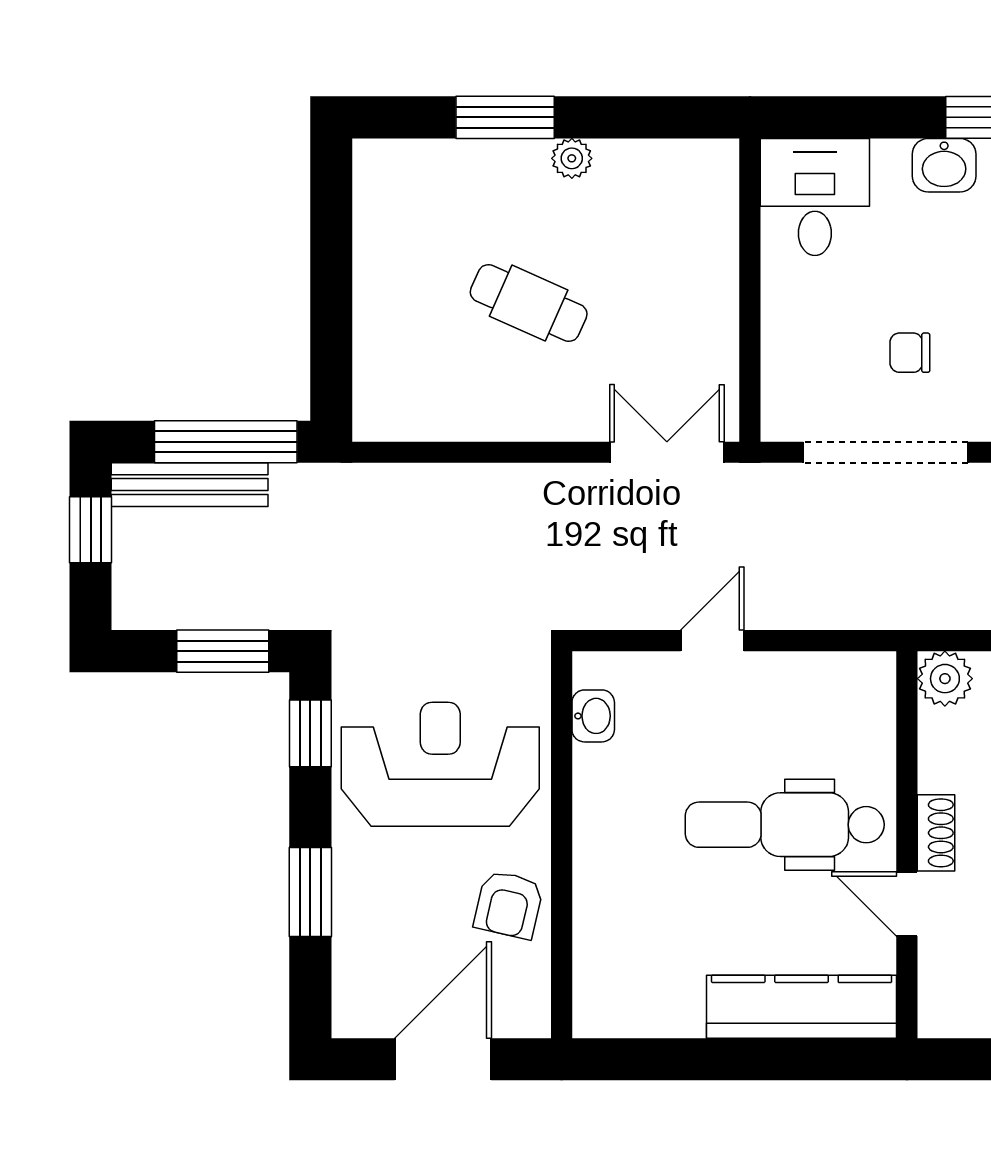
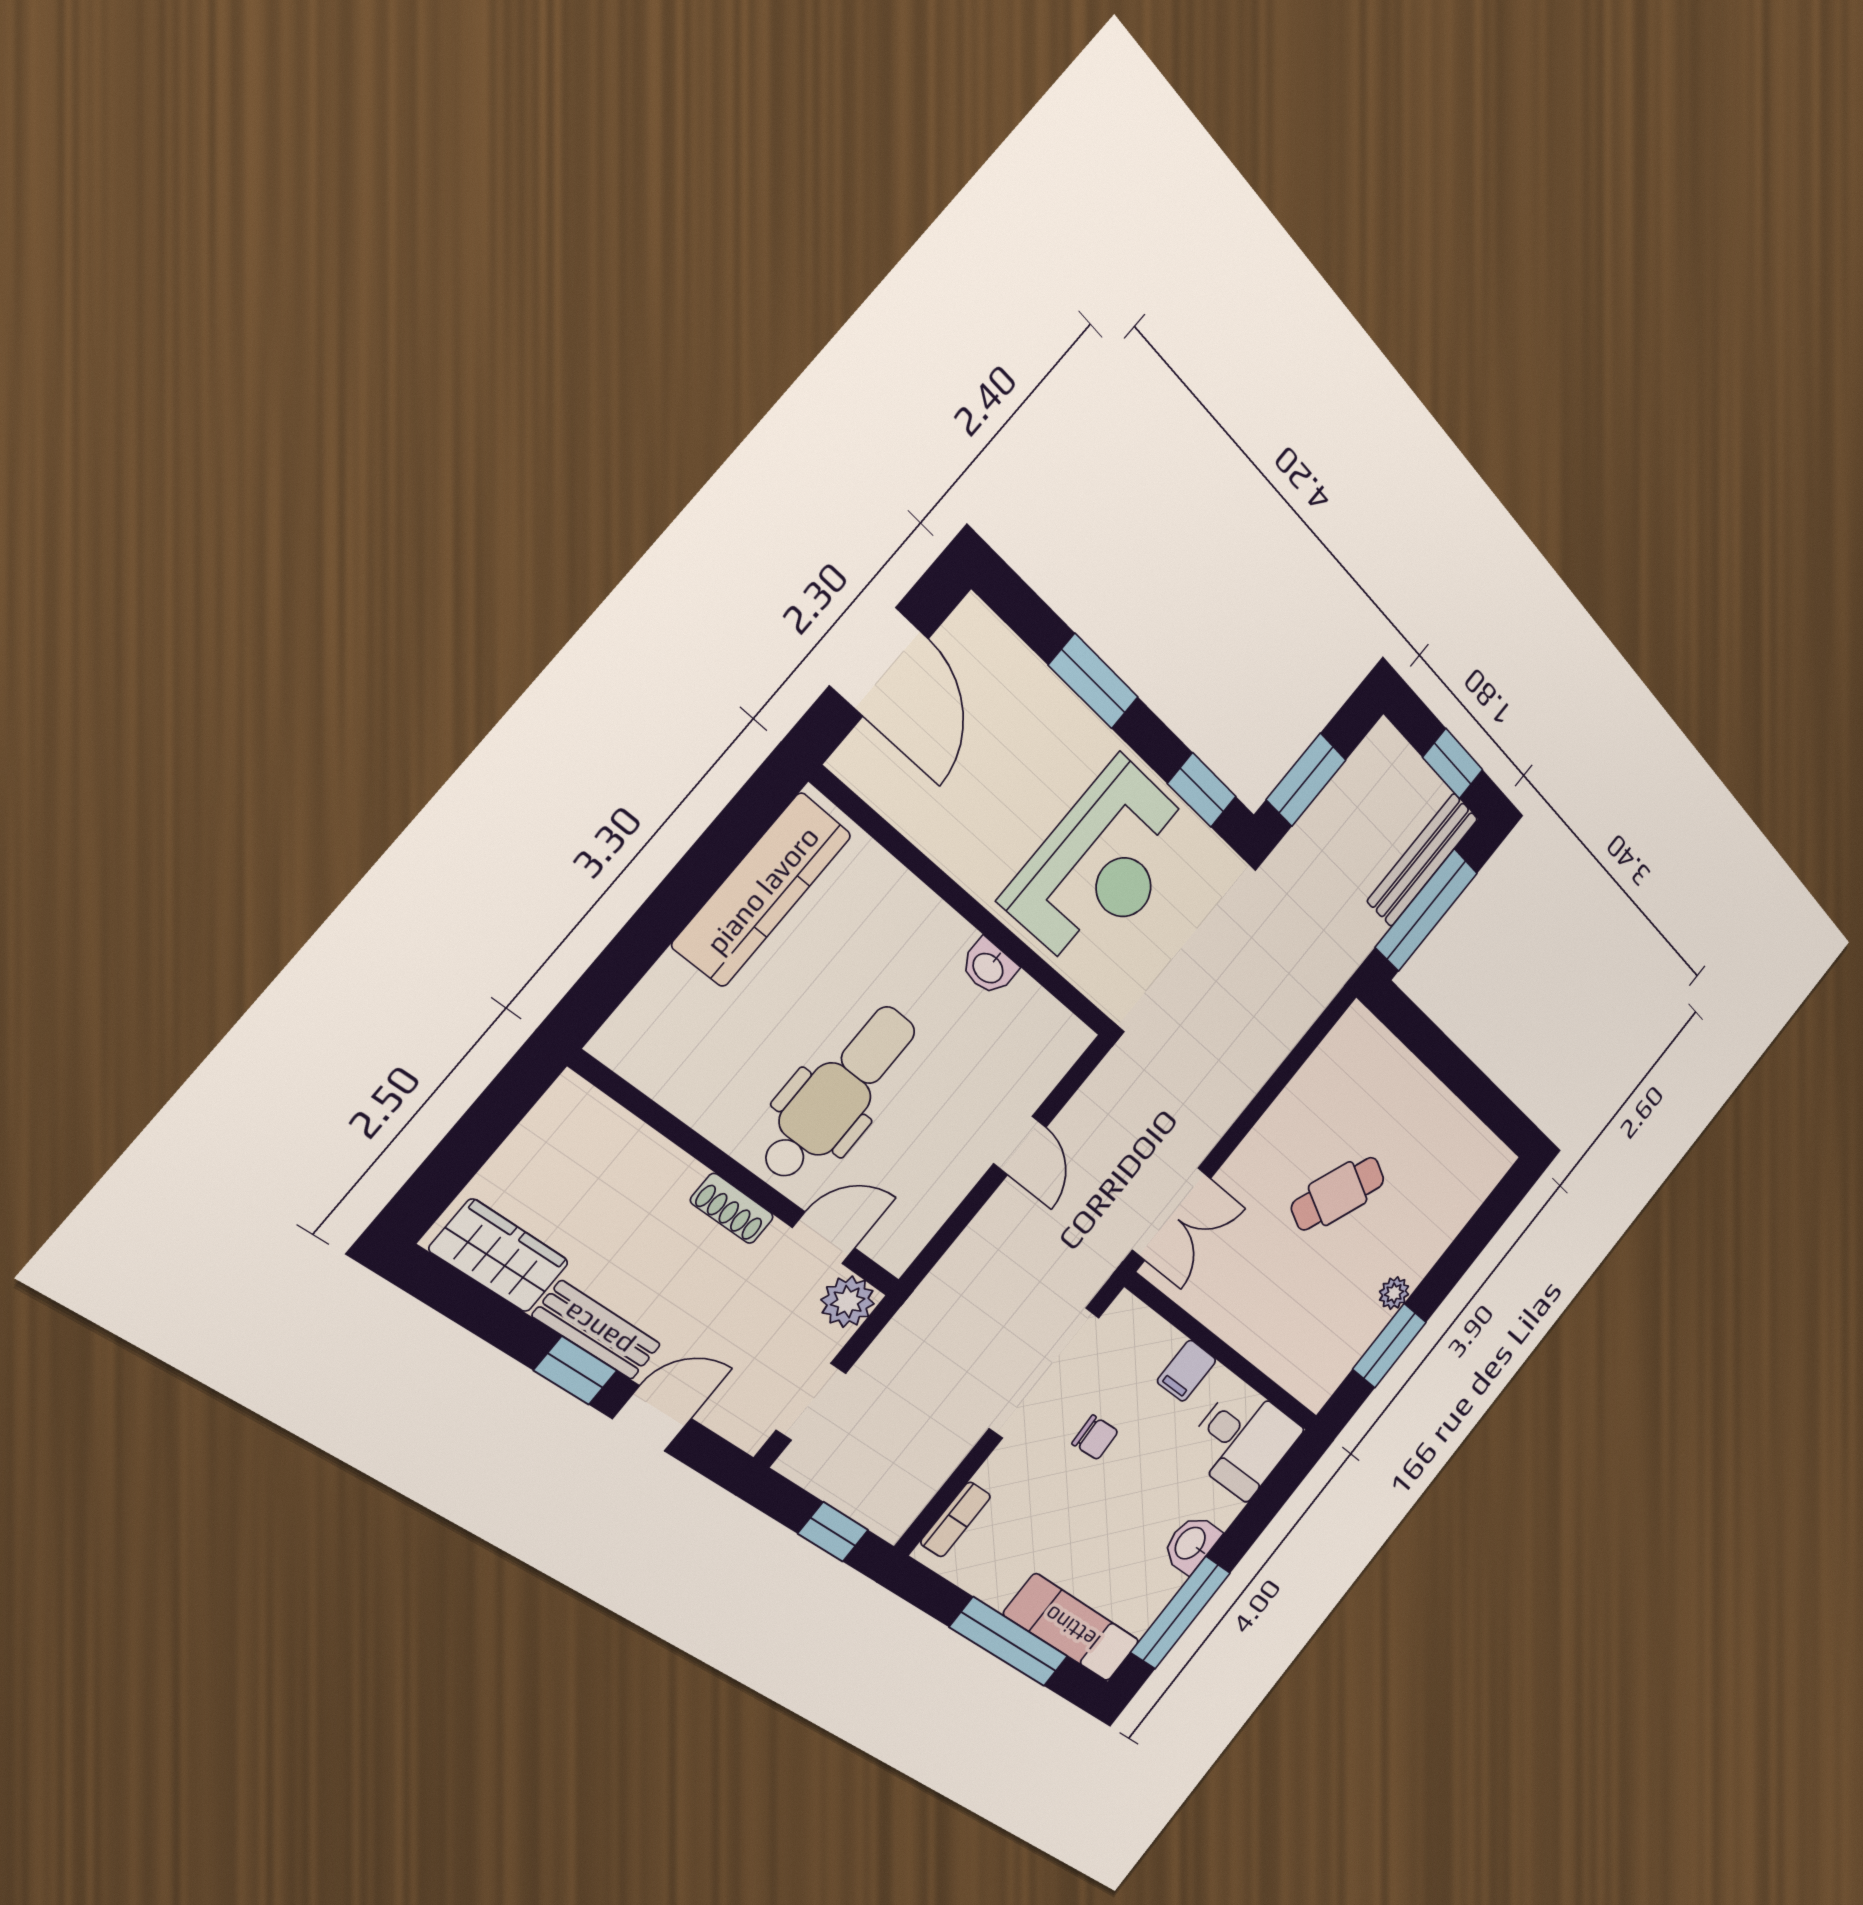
window: (505, 117) -> (1389, 1346), moved
filing cabinet: (791, 314) -> (1187, 1371), added
chair: (910, 353) -> (1095, 1437), turned 87
washbasin: (593, 716) -> (989, 967), moved
door: (907, 904) -> (824, 1238), moved
armchair: (509, 905) -> (957, 825), removed
kitchen counter: (802, 1007) -> (762, 890), moved

